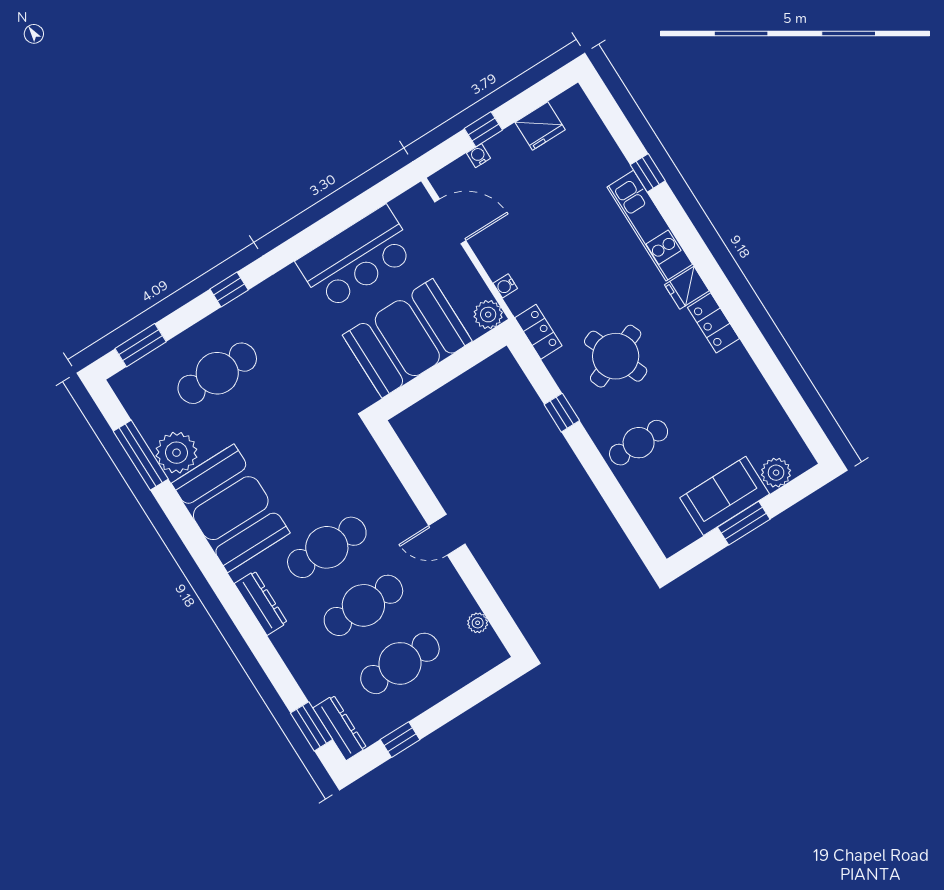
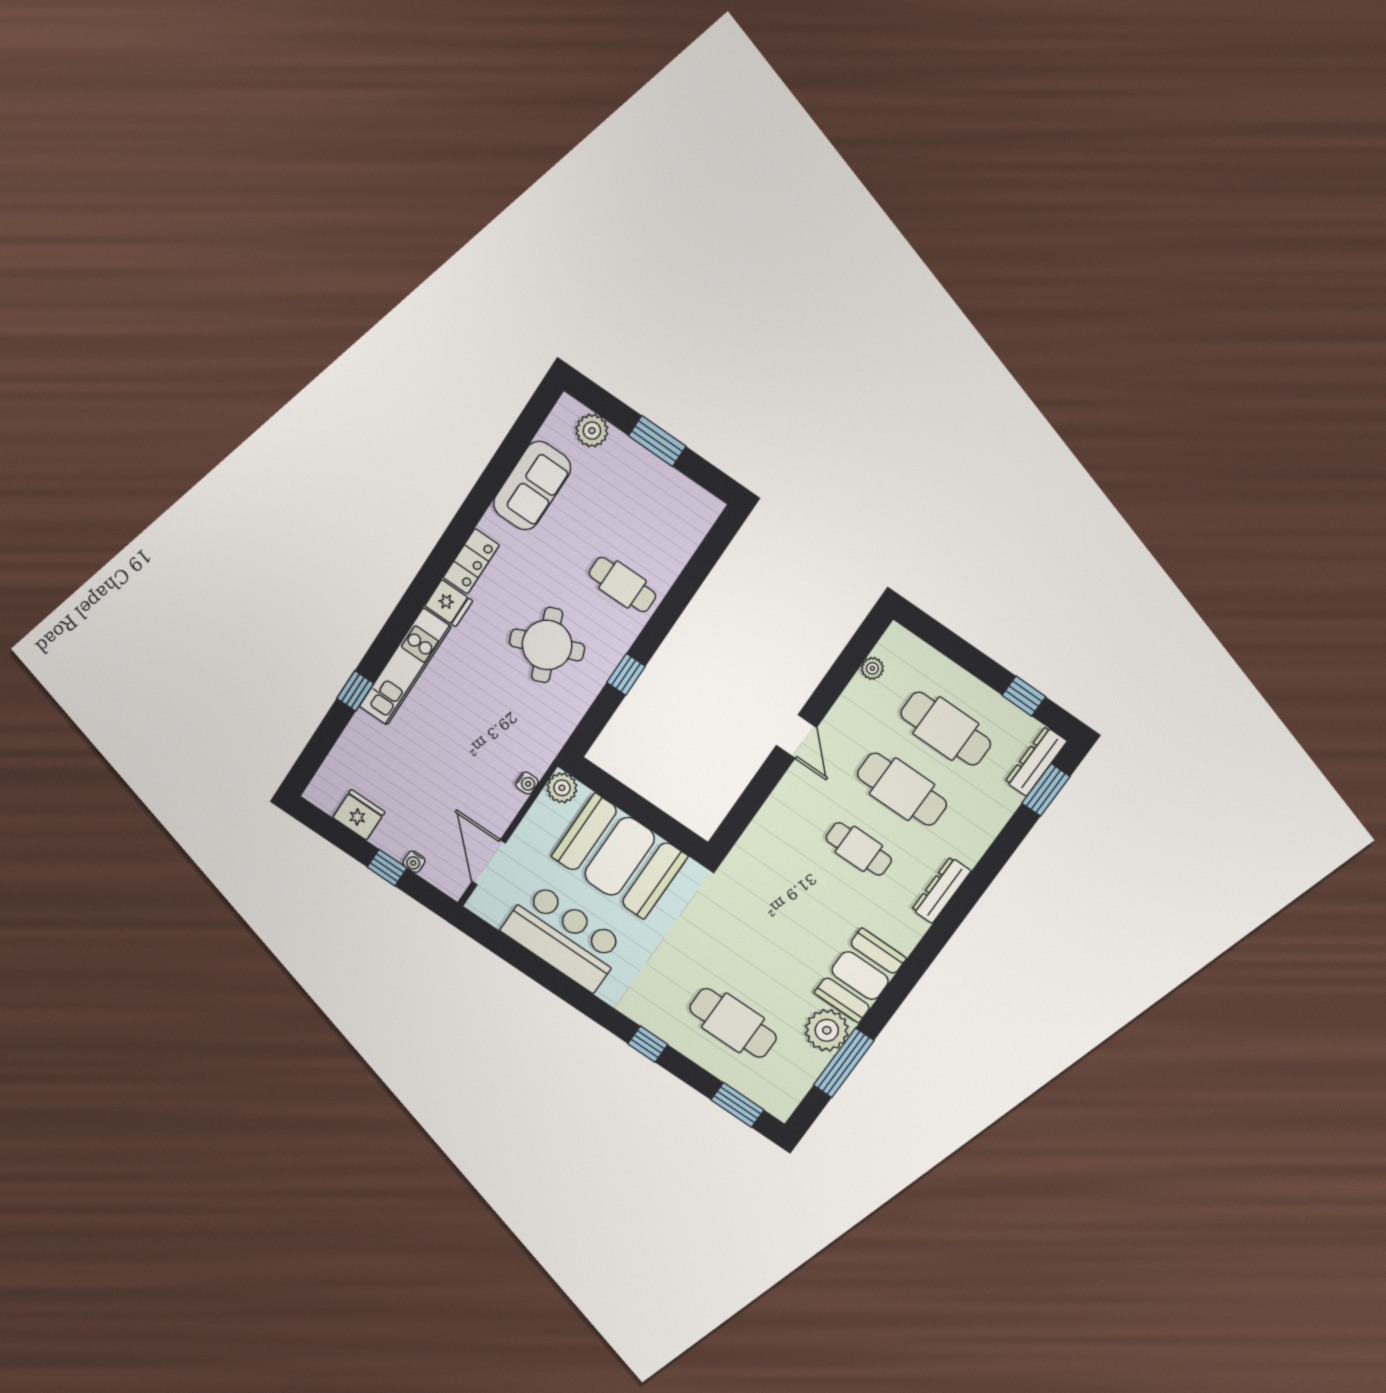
locker: (538, 332) -> (557, 732), removed
sofa: (725, 496) -> (532, 486), moved, turned -90
booth: (231, 508) -> (860, 976), width x0.73, depth x0.70
cafe table: (327, 547) -> (859, 849), width x0.73, depth x0.74

